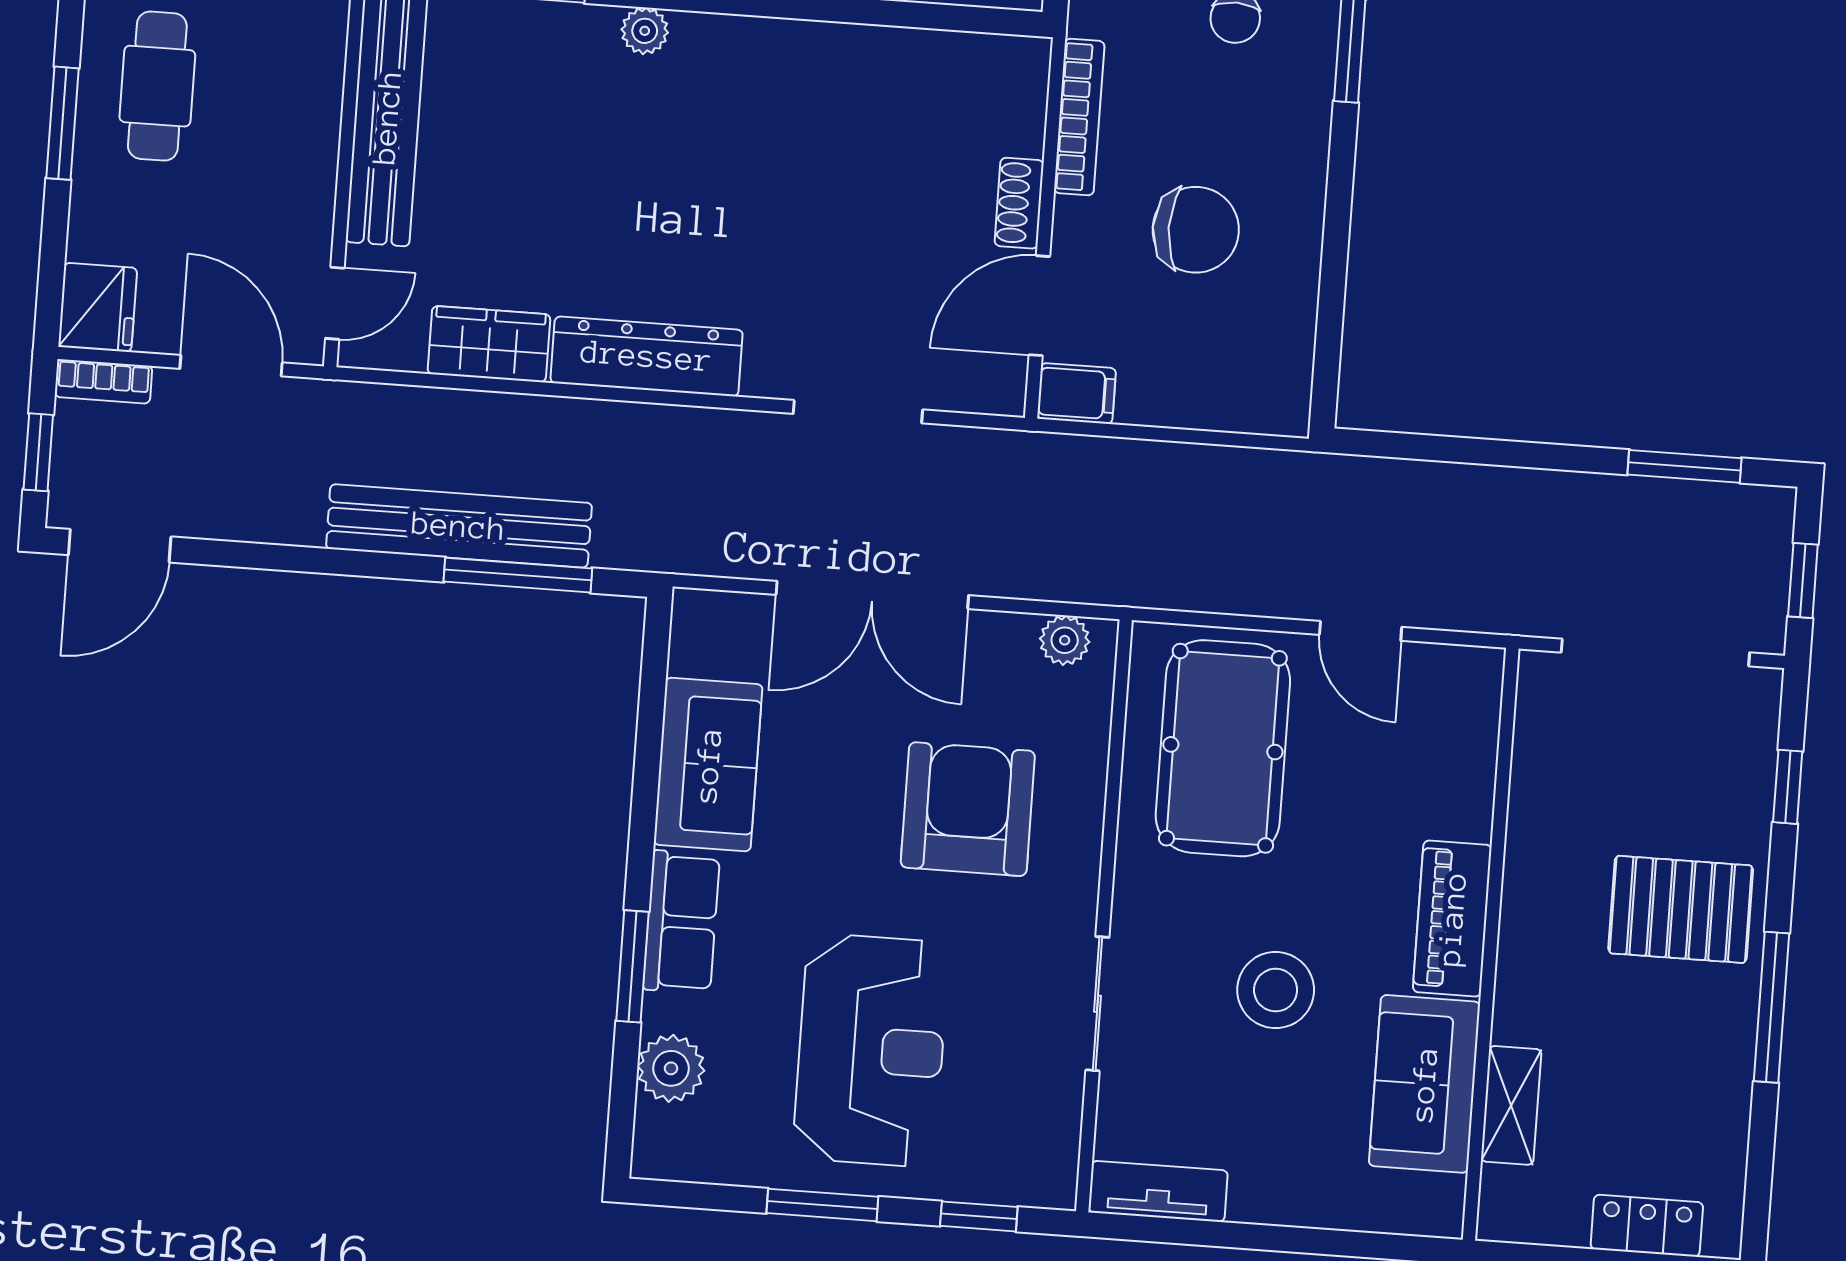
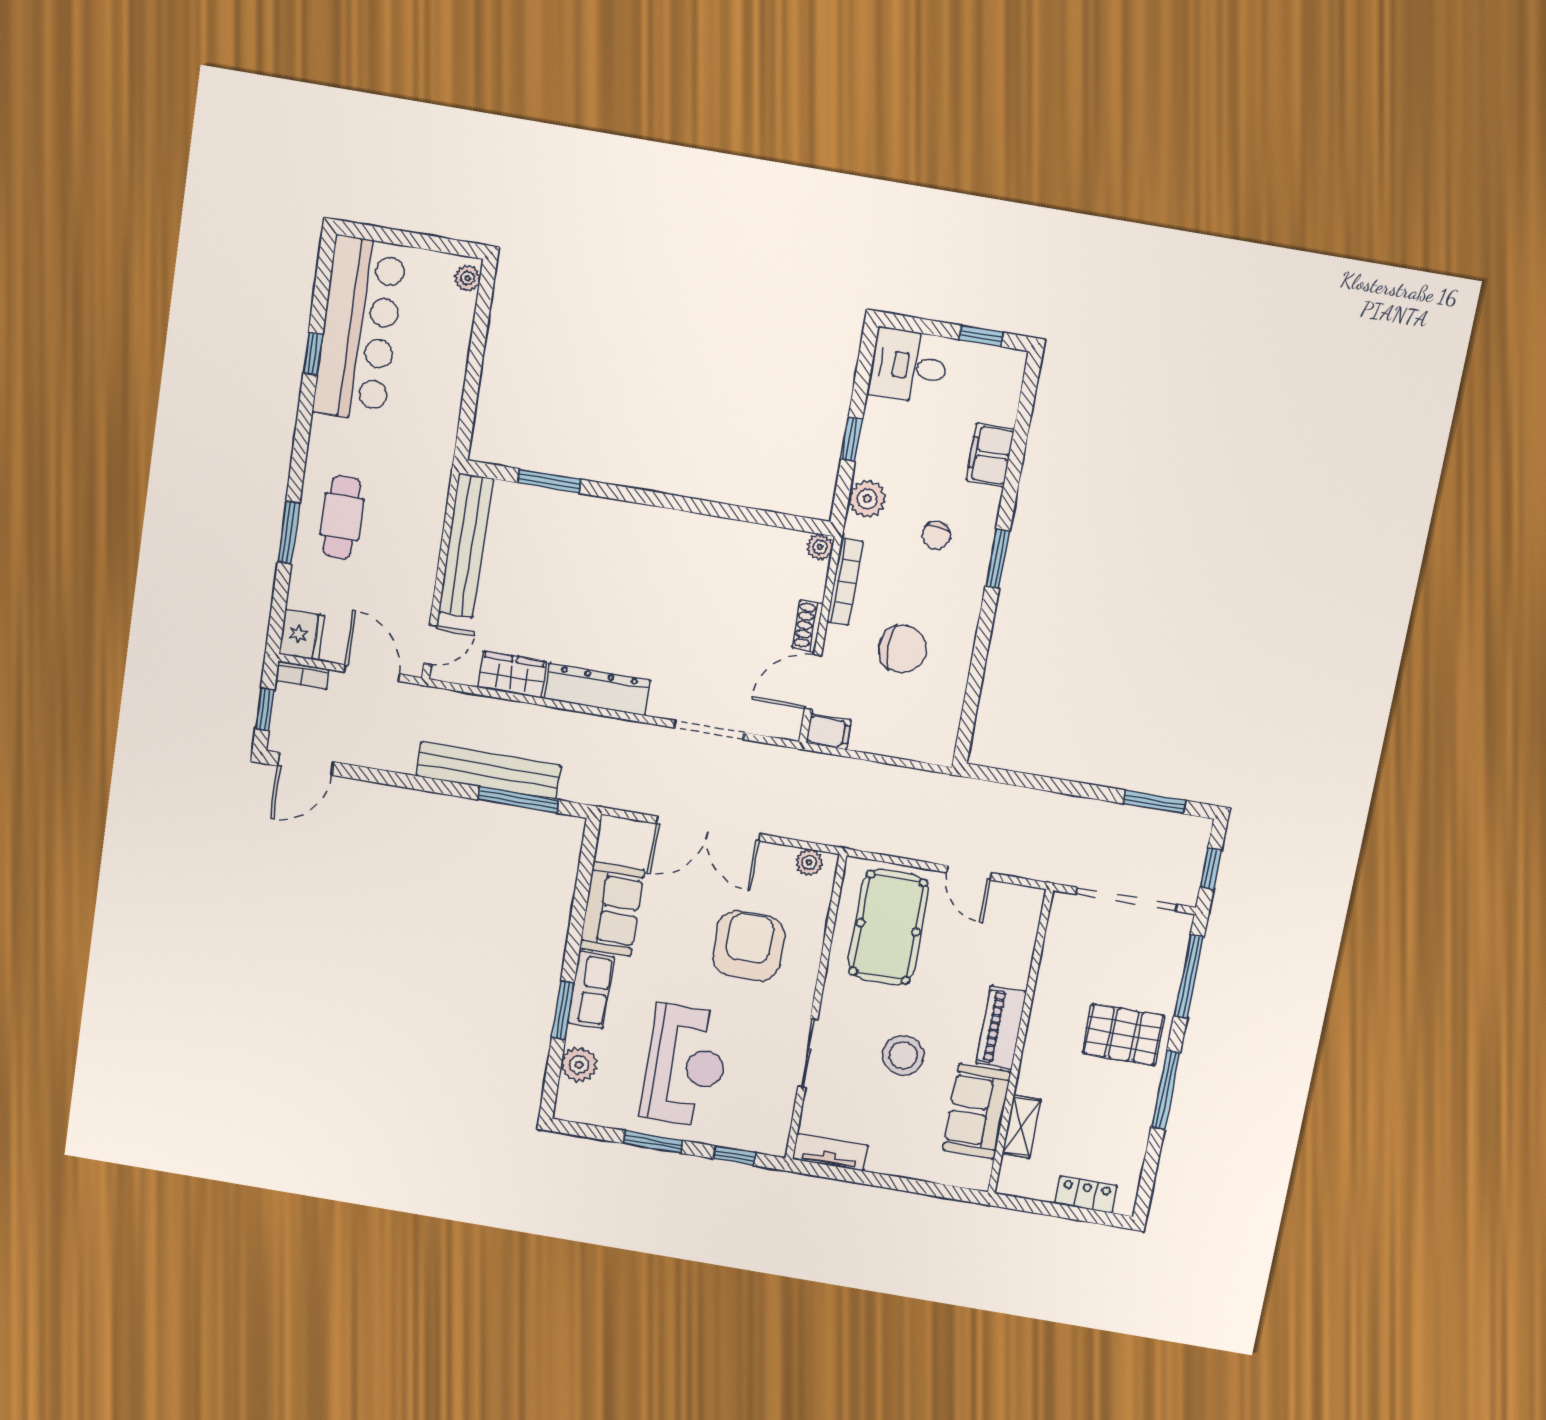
plant: (645, 31) -> (820, 547), moved
window: (1788, 787) -> (1189, 977), width x2.17

